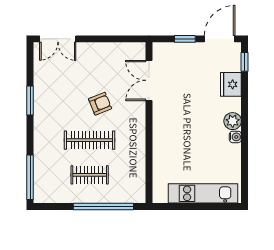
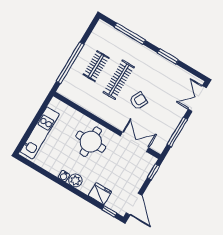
window: (109, 39) -> (177, 132), added
window: (185, 39) -> (153, 172), moved
armchair: (100, 104) -> (138, 101), turned -132
round table: (178, 130) -> (91, 142), added
window: (30, 177) -> (130, 34), moved

